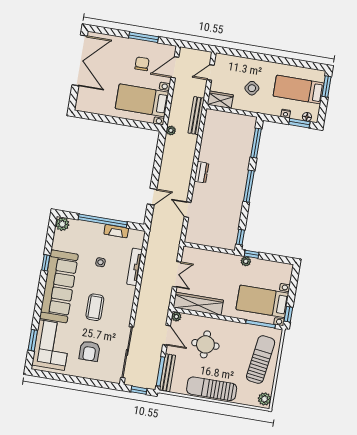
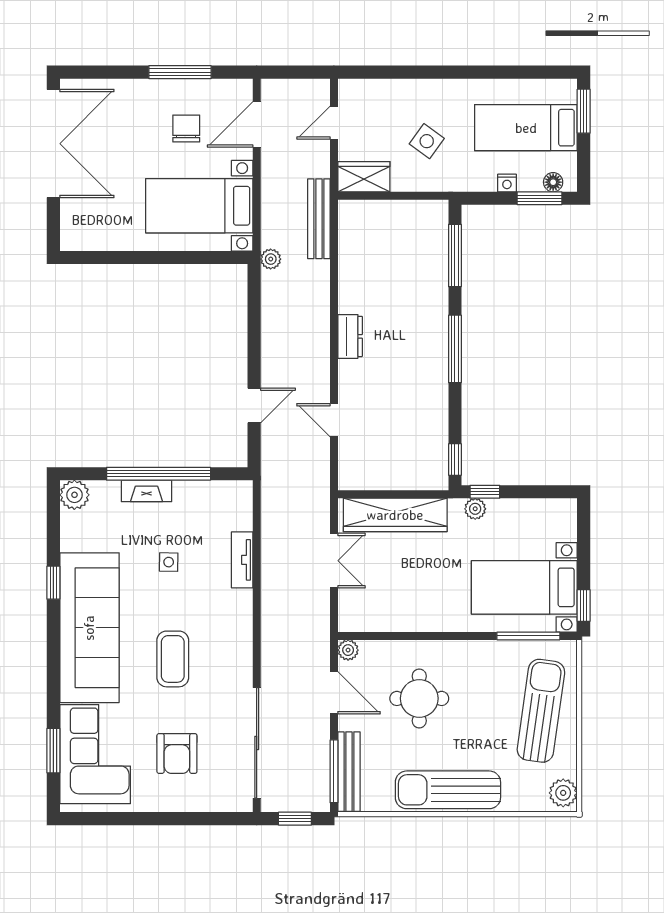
fireplace: (116, 231) -> (146, 491), moved
tv unit: (135, 267) -> (242, 560), width x0.71
wardrobe: (198, 304) -> (395, 515), moved, turned 180

